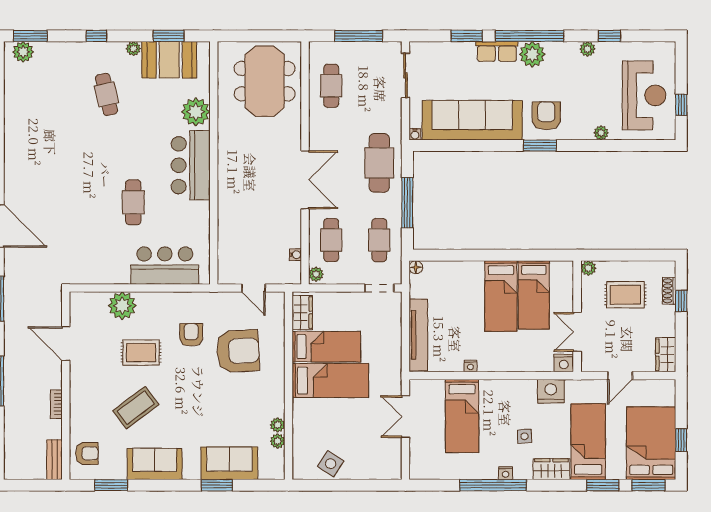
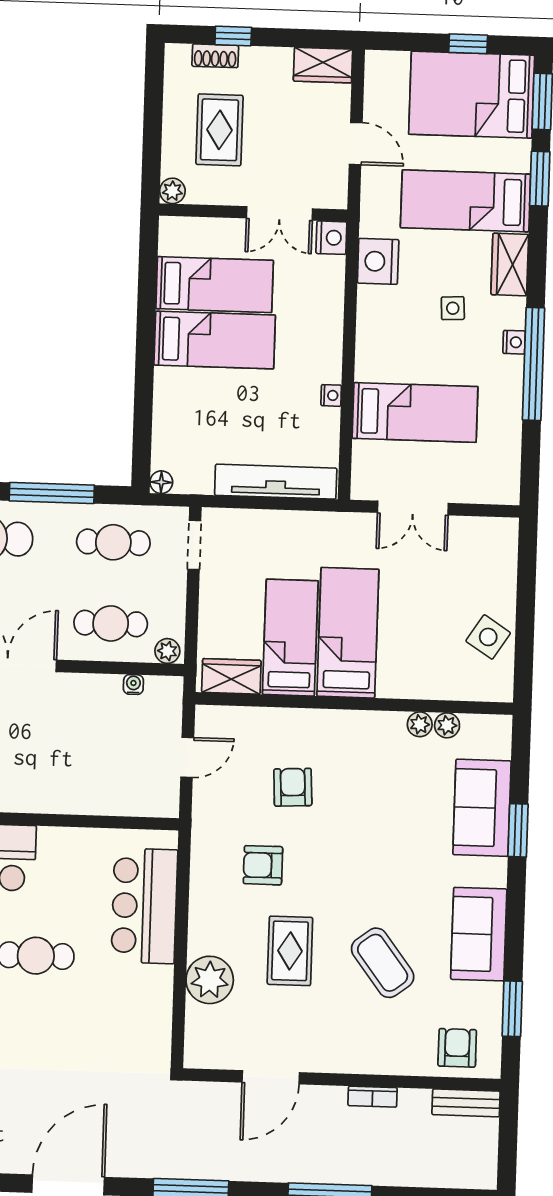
armchair: (238, 351) -> (293, 787), width x0.53, depth x0.53

